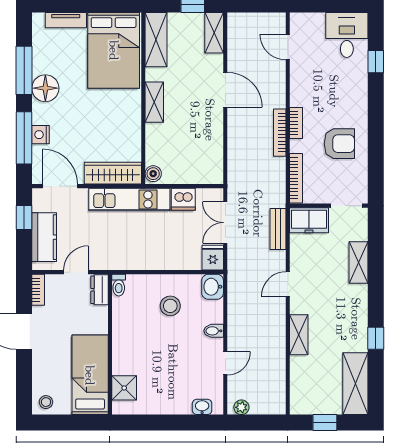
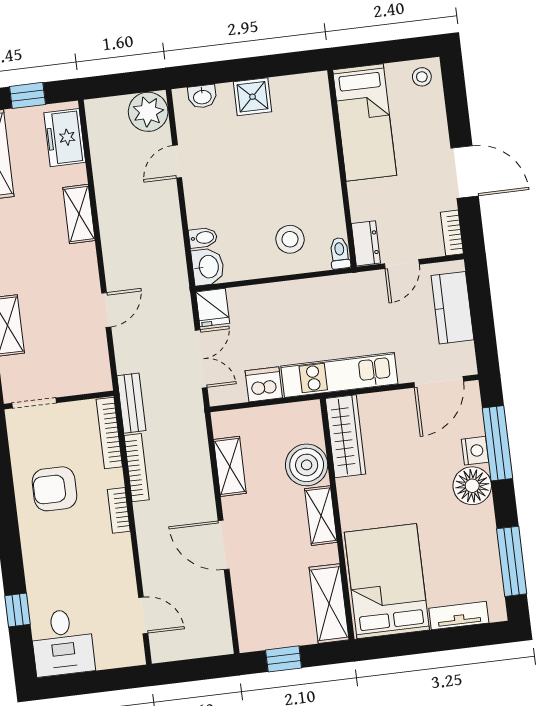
shelving: (214, 33) -> (230, 466), moved
window: (24, 70) -> (512, 561), moved
floor lamp: (45, 88) -> (472, 486), moved
bookcase: (280, 133) -> (137, 468), moved
wardrobe: (113, 173) -> (345, 436), moved, turned -90
boiler: (153, 174) -> (307, 465), moved, width x1.86, depth x1.86
door: (60, 186) -> (439, 382), hinge flipped
window: (24, 217) -> (484, 332), removed
freezer: (309, 220) -> (65, 138), moved, turned -90
bench: (278, 229) -> (131, 403), moved
door: (288, 284) -> (106, 310), moved
stool: (170, 306) -> (290, 239), moved
bidet: (214, 331) -> (203, 238), moved
shower: (124, 388) -> (252, 97), moved
plant: (241, 407) -> (148, 112), width x1.88, depth x1.88

